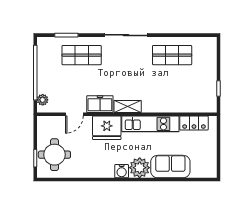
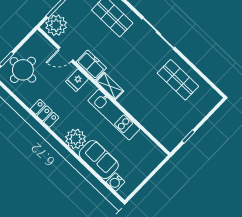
plant: (43, 100) -> (56, 25), width x1.87, depth x1.87
locker: (194, 123) -> (45, 113), moved, turned 180
fridge: (107, 128) -> (77, 80), width x0.53, depth x0.75
water cooler: (122, 171) -> (115, 182), moved

